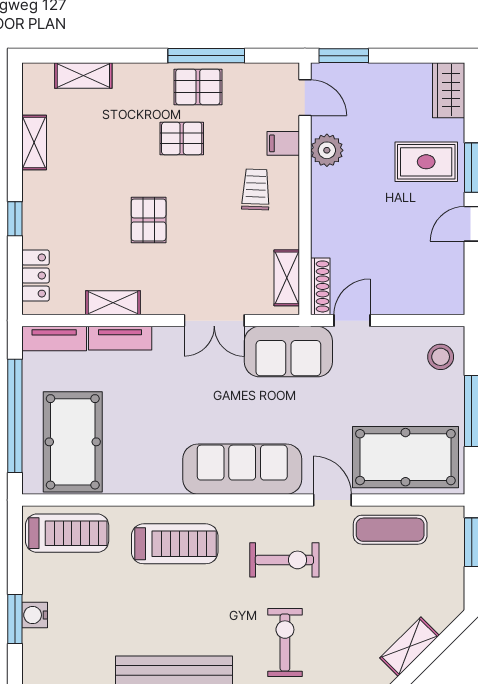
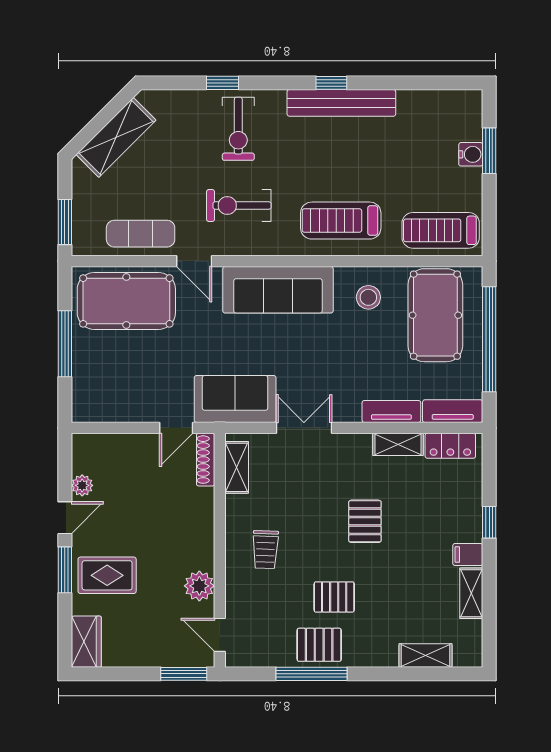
filing cabinet: (283, 143) -> (468, 555), moved, turned 180
plant: (453, 259) -> (82, 485), added
locker: (35, 276) -> (450, 446), moved, turned -90
stool: (441, 357) -> (368, 297), moved
shelving: (409, 647) -> (116, 137), width x1.50, depth x1.33

